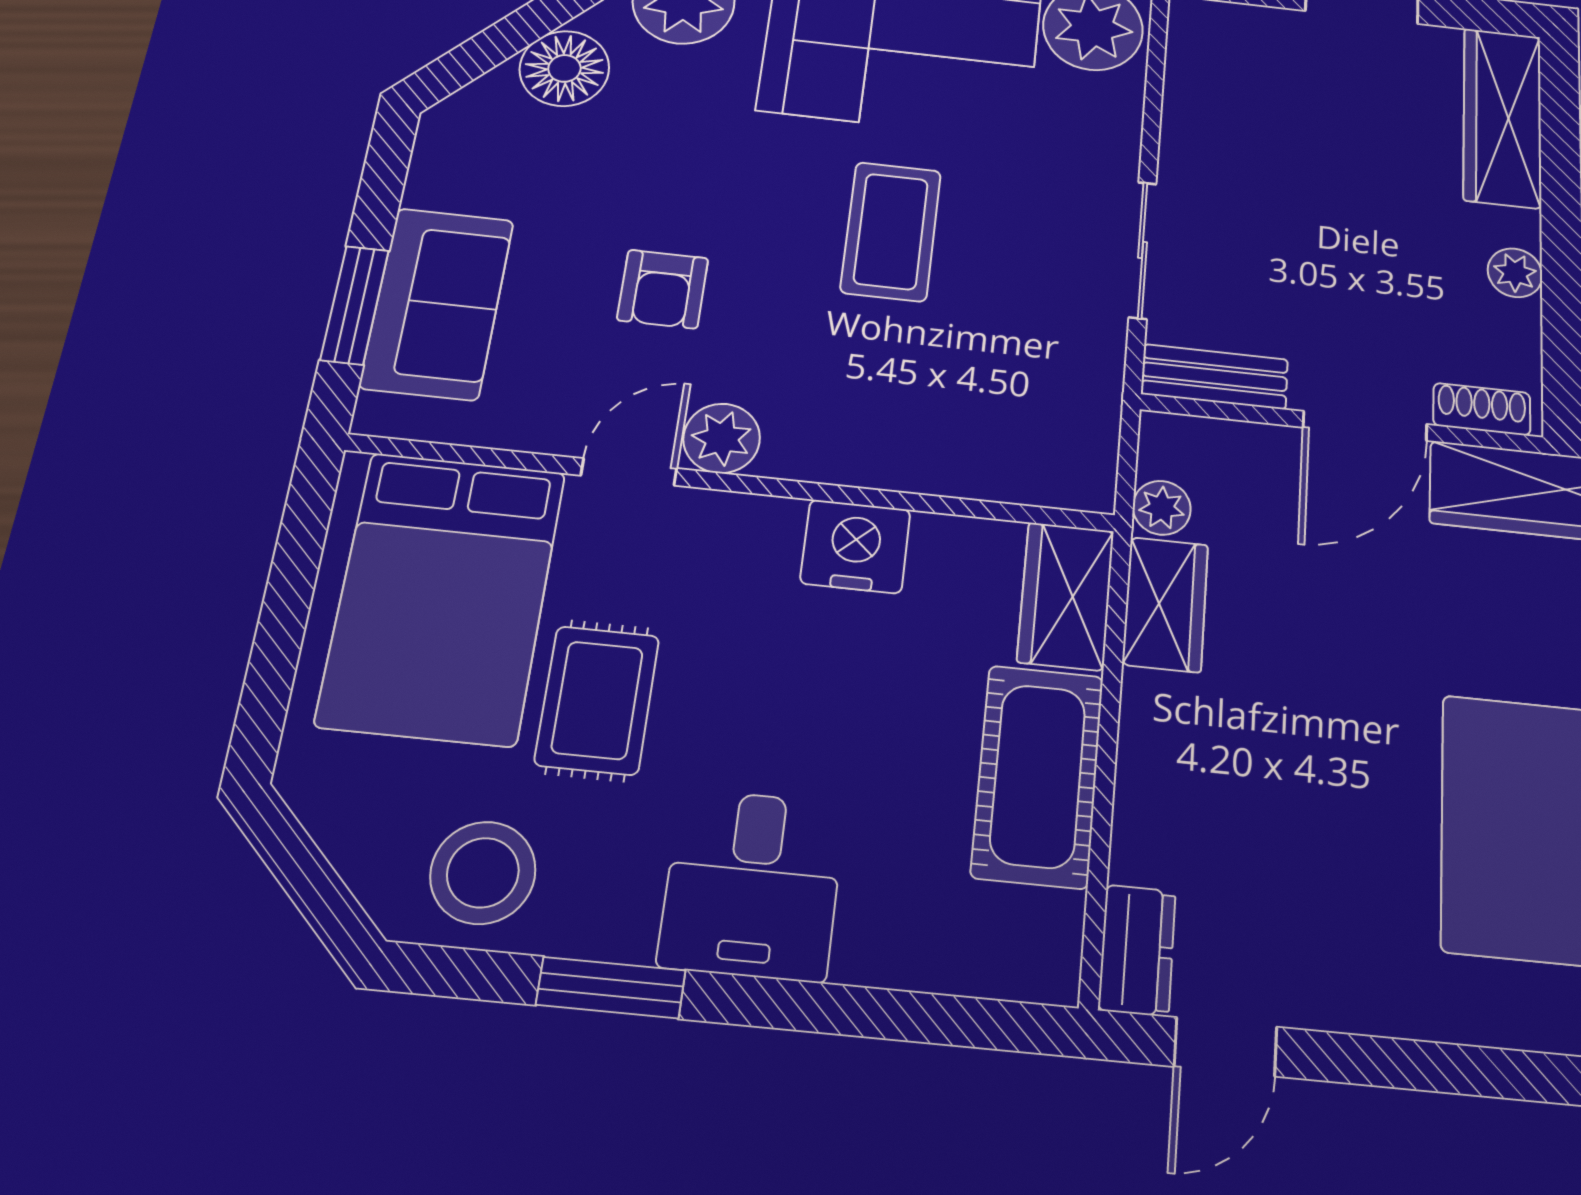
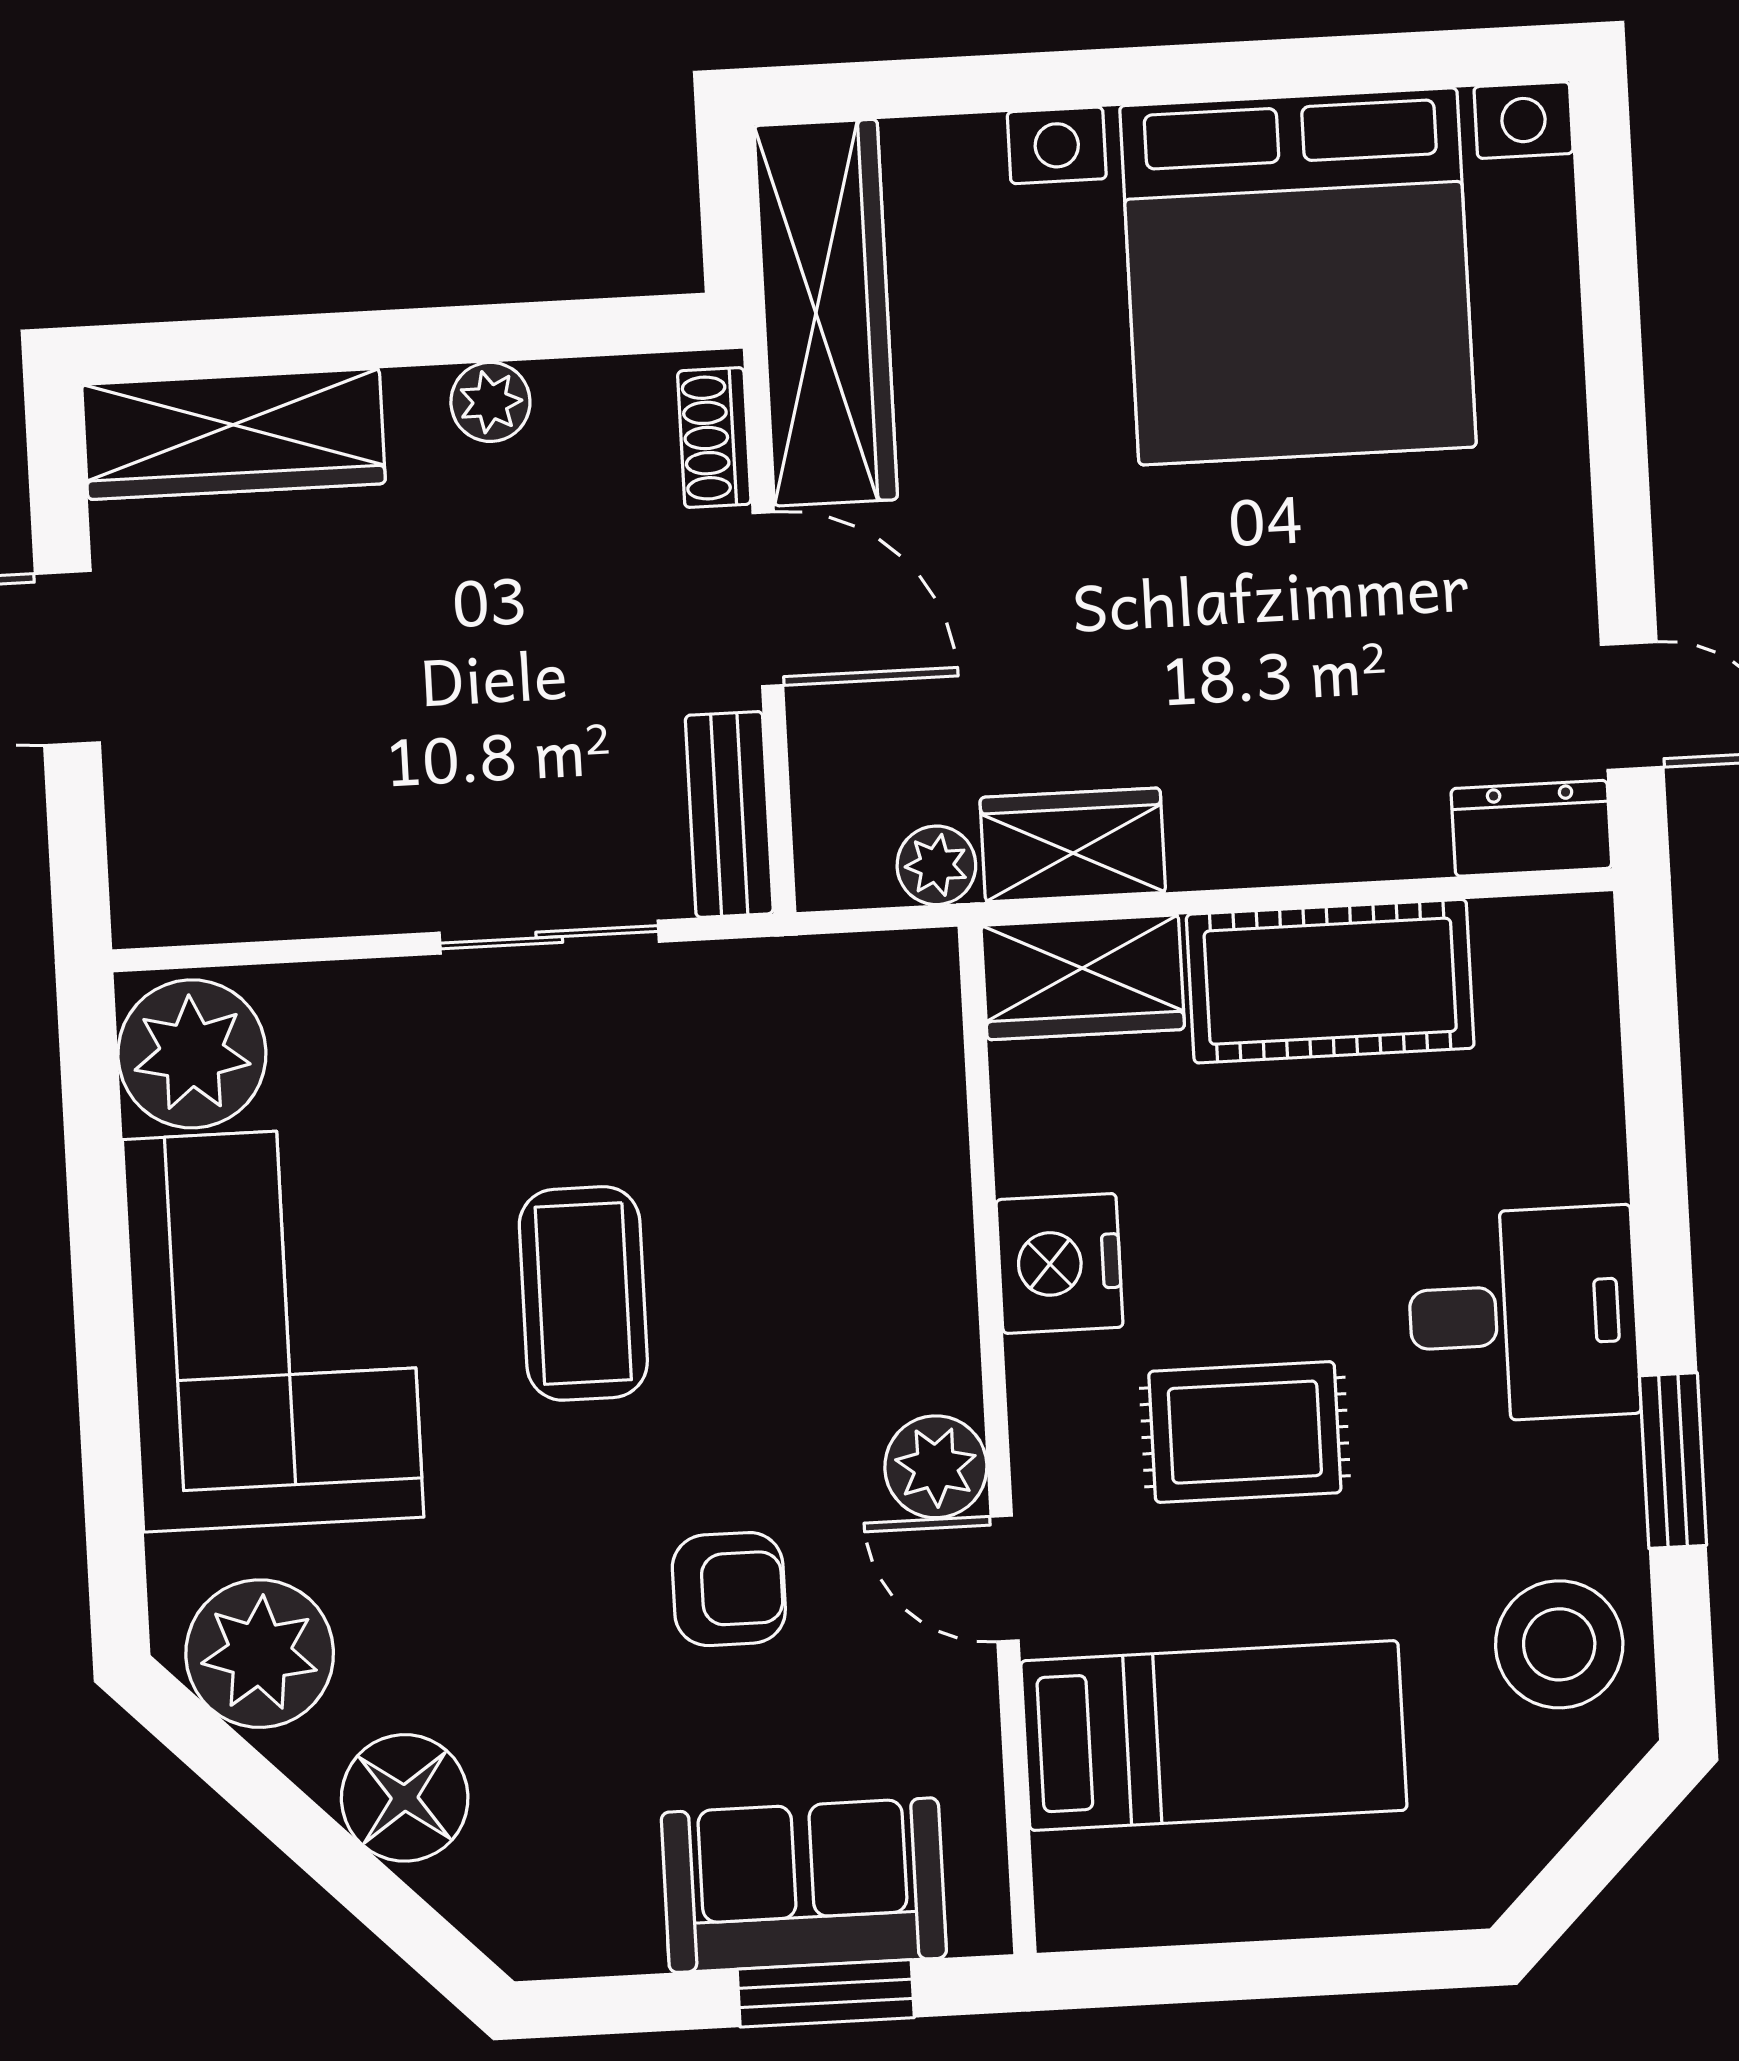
coffee table: (891, 231) -> (583, 1293), turned 90
bed: (442, 597) -> (1214, 1735), width x0.67
rug: (597, 700) -> (1245, 1432), moved

